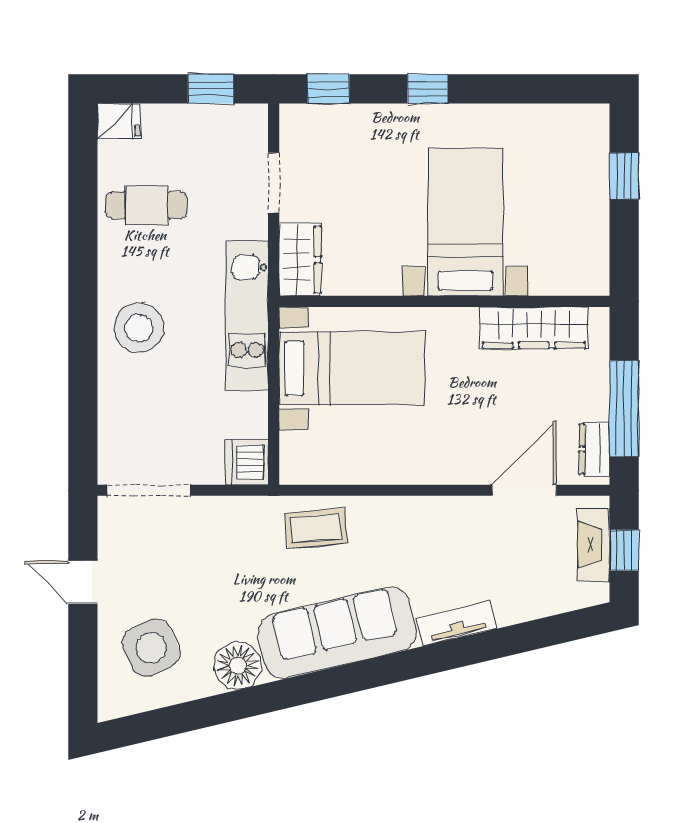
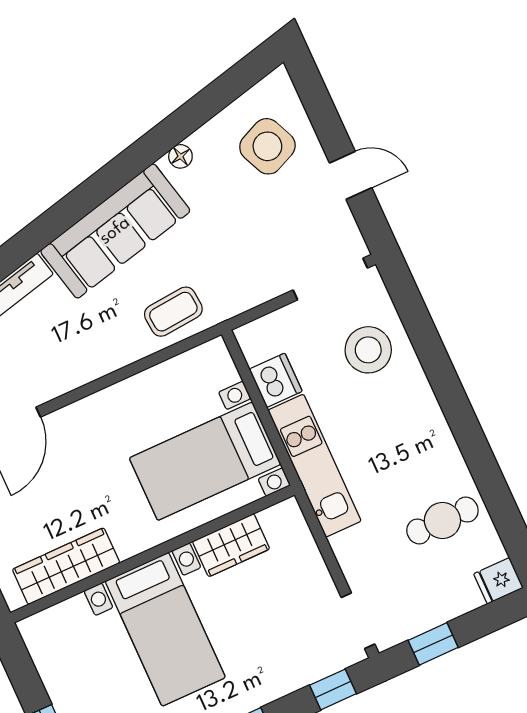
doorway: (274, 183) -> (358, 621), moved
wardrobe: (300, 260) -> (231, 545), moved, turned -90
stool: (139, 328) -> (368, 350), moved
dishwasher: (247, 462) -> (276, 380), moved
floor lamp: (238, 666) -> (180, 156), width x0.53, depth x0.53

